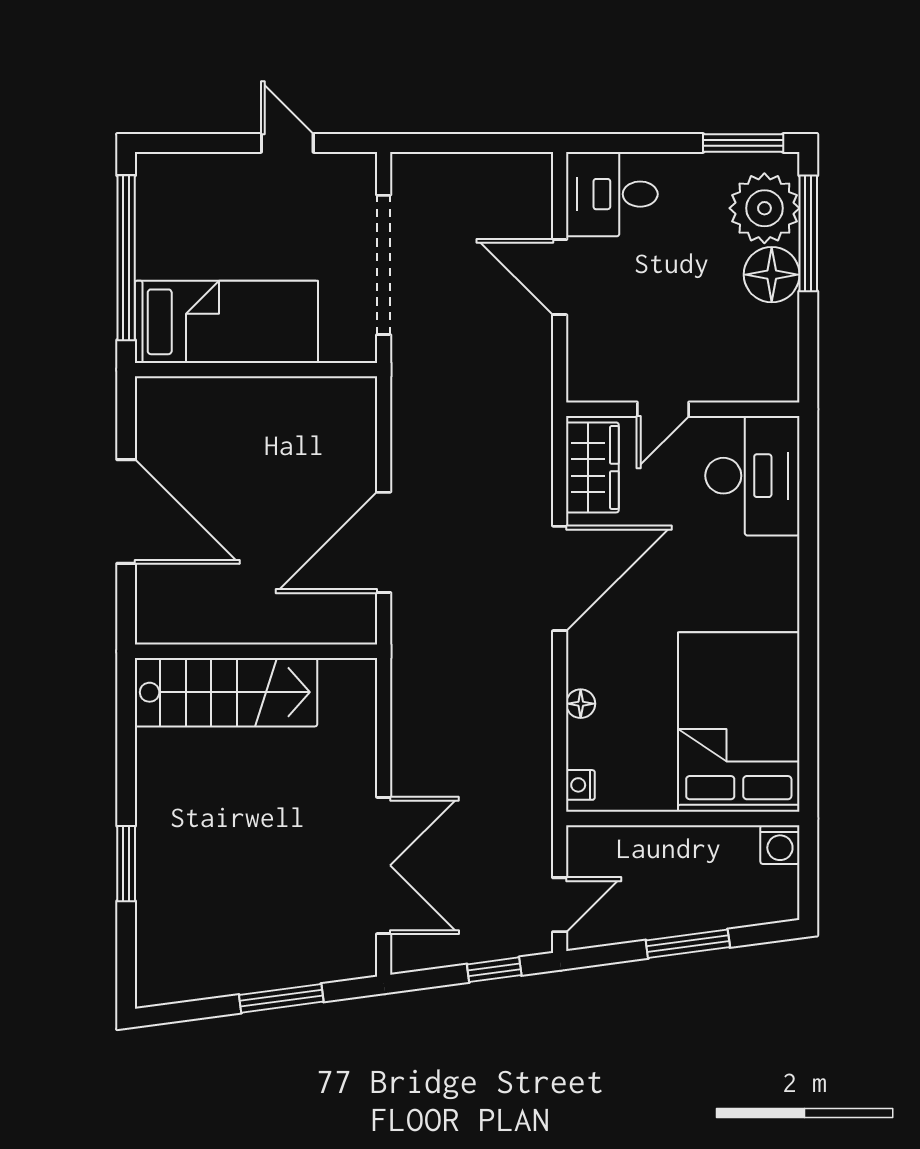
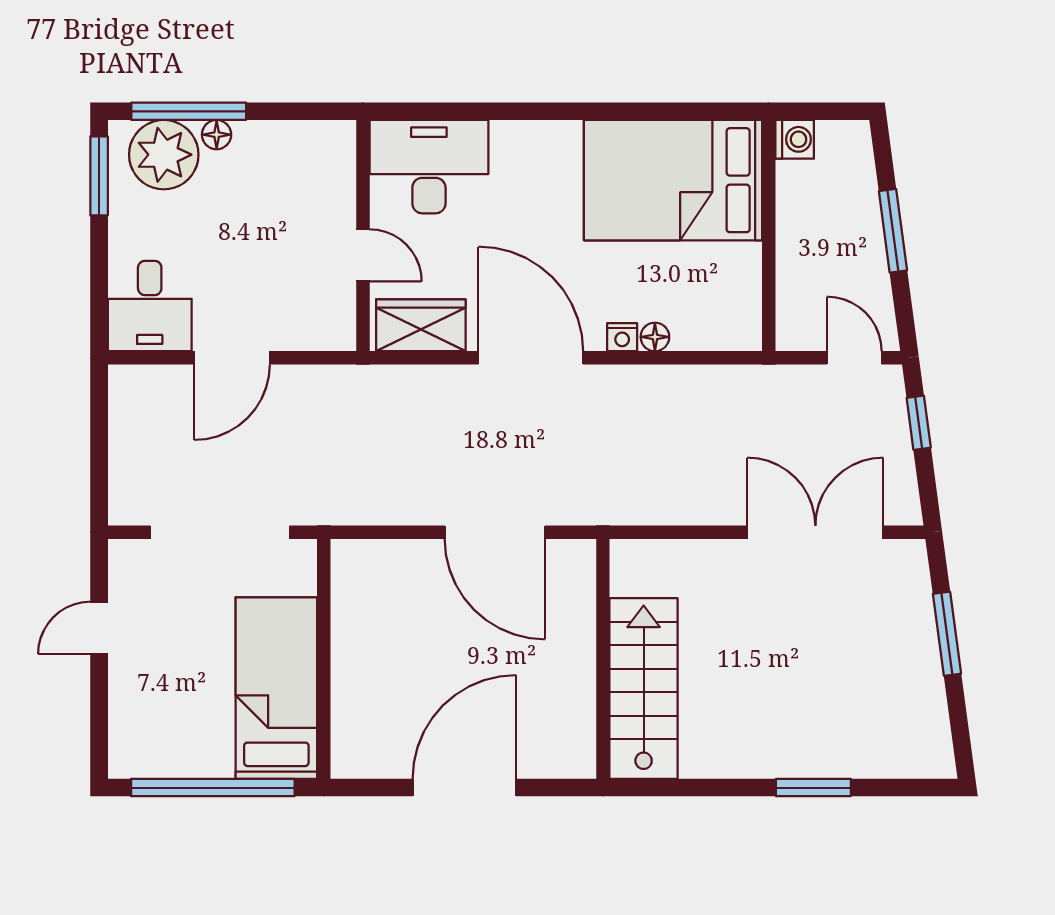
floor lamp: (772, 275) -> (217, 135), width x0.53, depth x0.53
nightstand: (580, 785) -> (622, 337), moved

